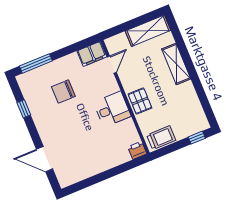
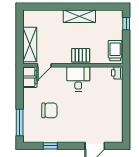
shelving: (148, 31) -> (30, 45), moved
shelving: (176, 64) -> (79, 16), moved
door: (112, 65) -> (44, 65), swing flipped
chair: (63, 92) -> (49, 110), turned -90

